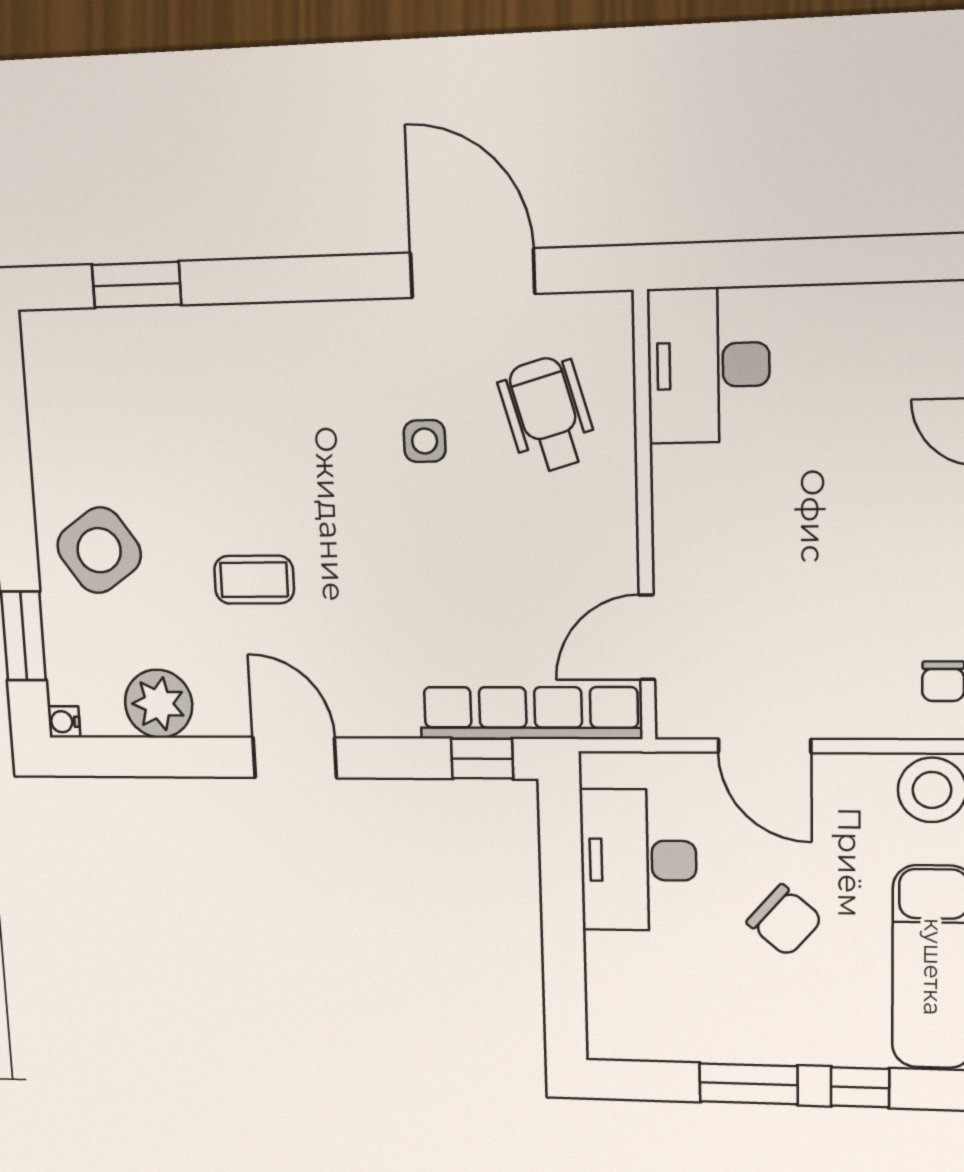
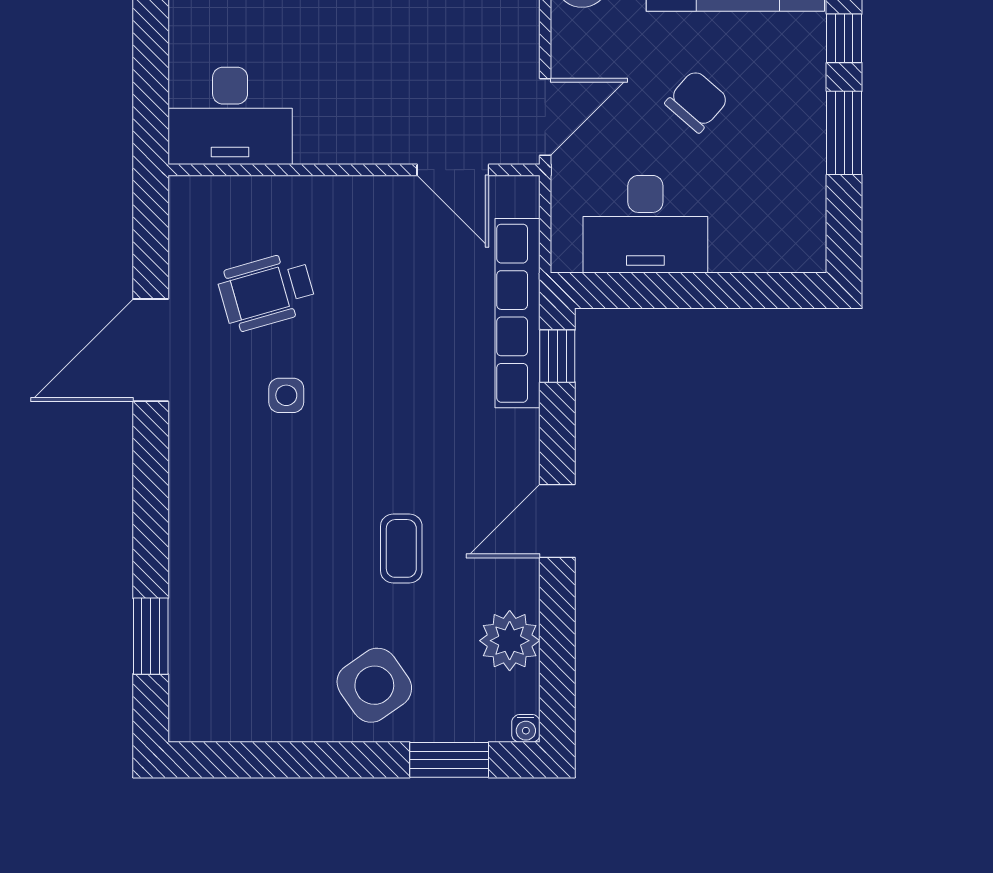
desk: (708, 365) -> (230, 116), moved
wall: (645, 519) -> (354, 170), moved
door: (647, 637) -> (453, 170), moved

